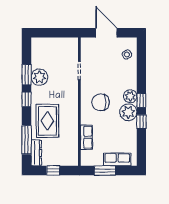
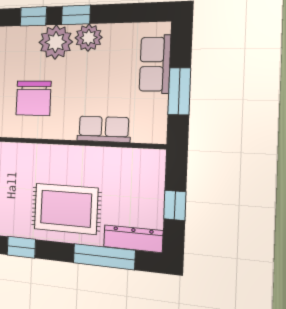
plant: (130, 96) -> (89, 38), moved

